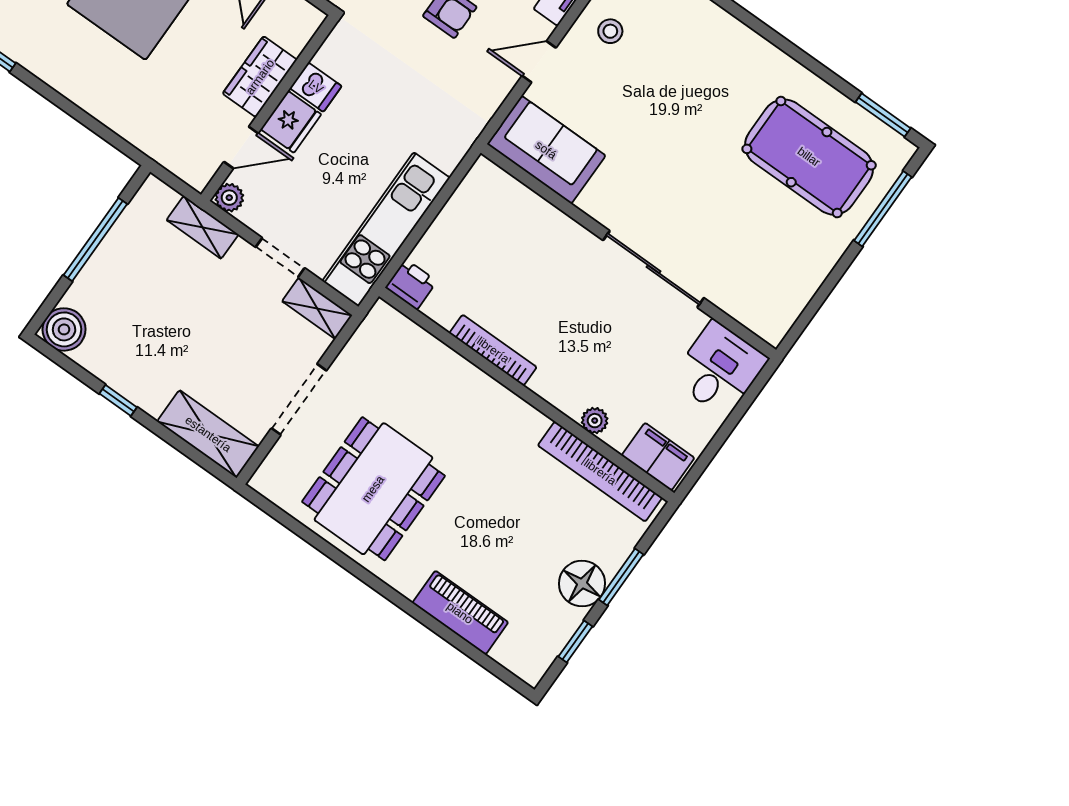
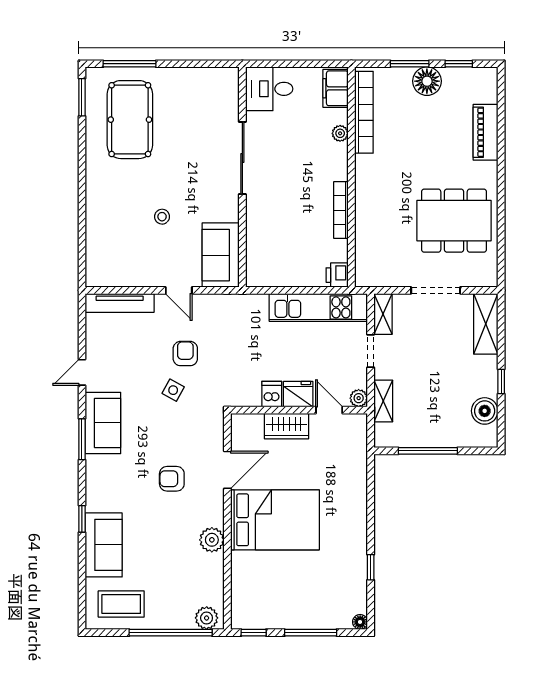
stool: (610, 31) -> (162, 217), moved
boiler: (64, 329) -> (485, 411), moved

